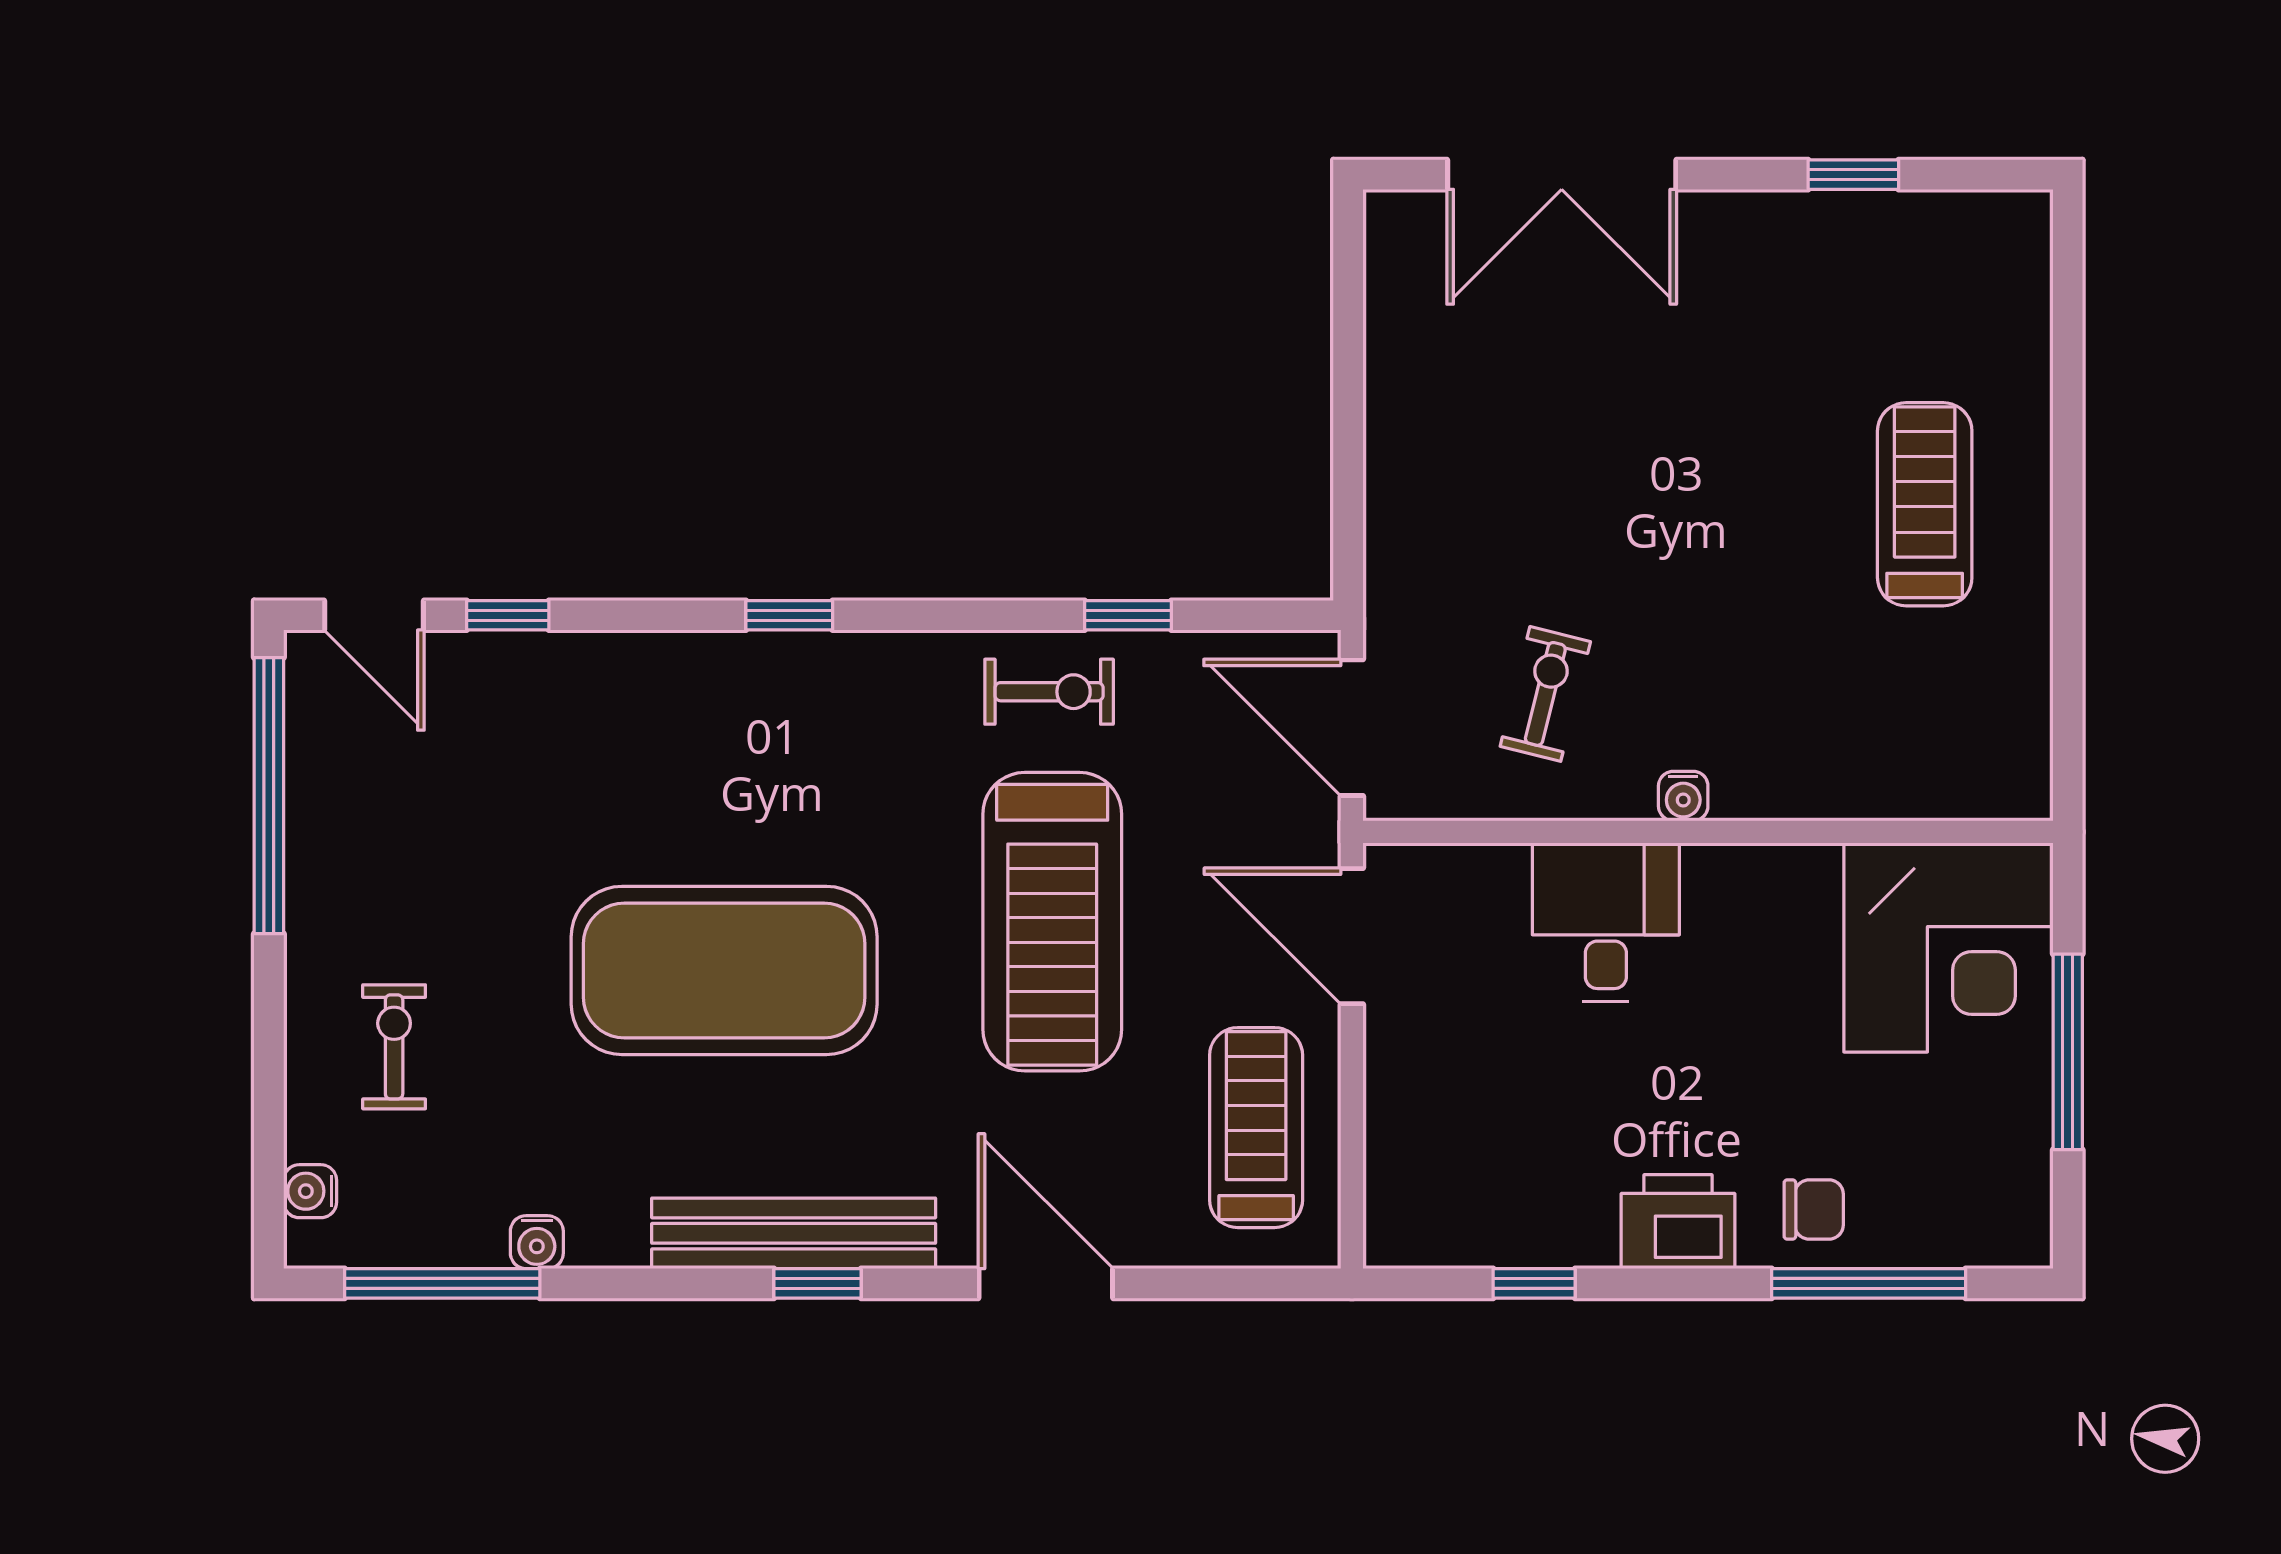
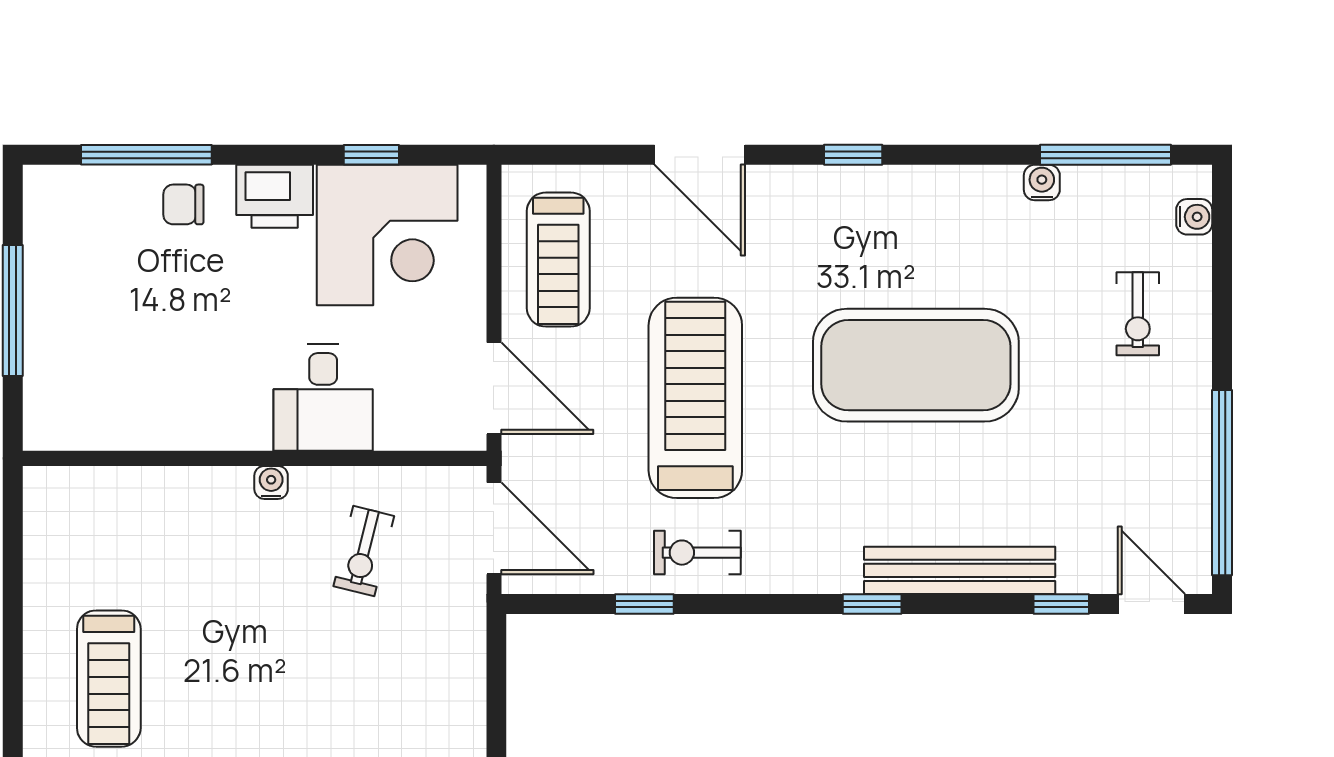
corner desk: (1948, 947) -> (387, 235), moved, turned 180
bench: (794, 1233) -> (960, 570), moved

